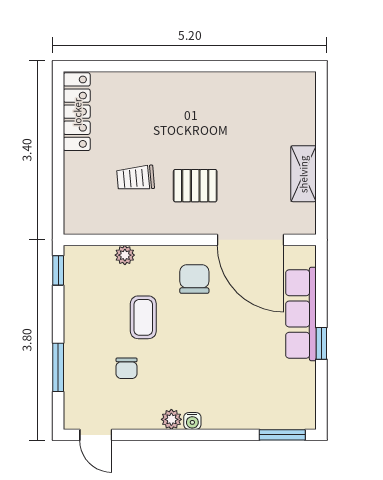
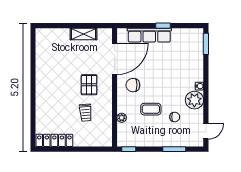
plant: (171, 419) -> (194, 100), width x1.88, depth x1.88

